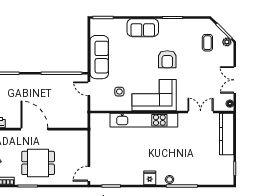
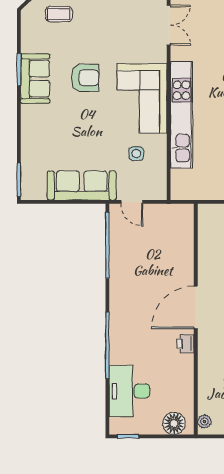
sofa: (143, 28) -> (35, 79), moved
door: (89, 89) -> (132, 202), hinge flipped
double door: (201, 112) -> (169, 25), swing flipped
door: (34, 129) -> (196, 307), moved

